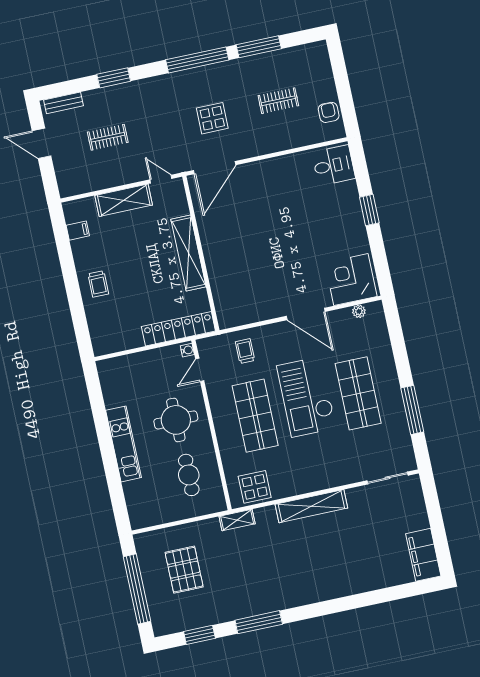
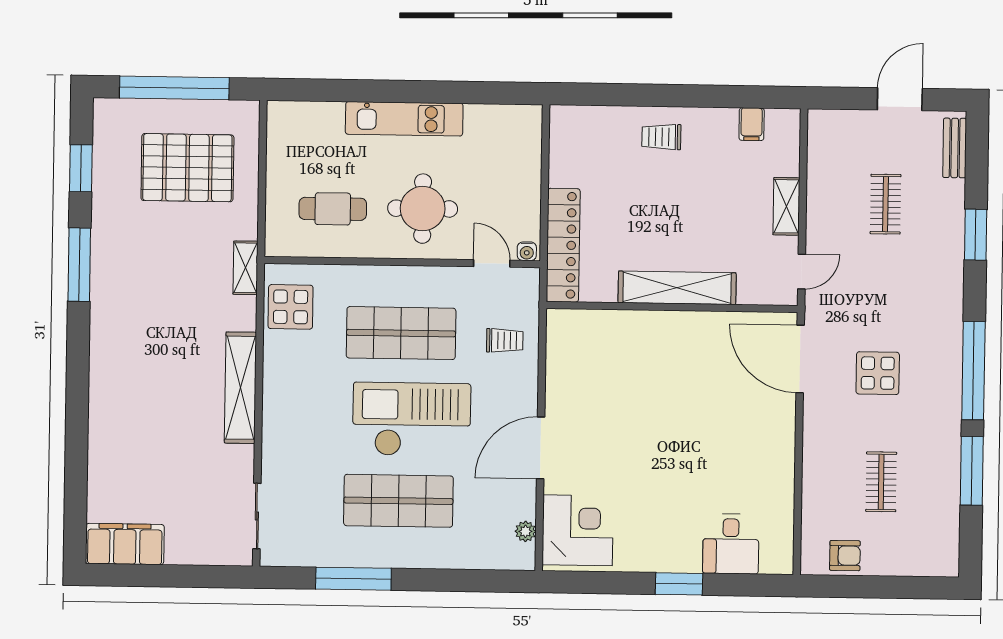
desk: (334, 165) -> (731, 544), moved
shelving: (124, 200) -> (786, 206), width x0.67, depth x0.75
pallet: (184, 570) -> (187, 168), width x1.37, depth x1.41

